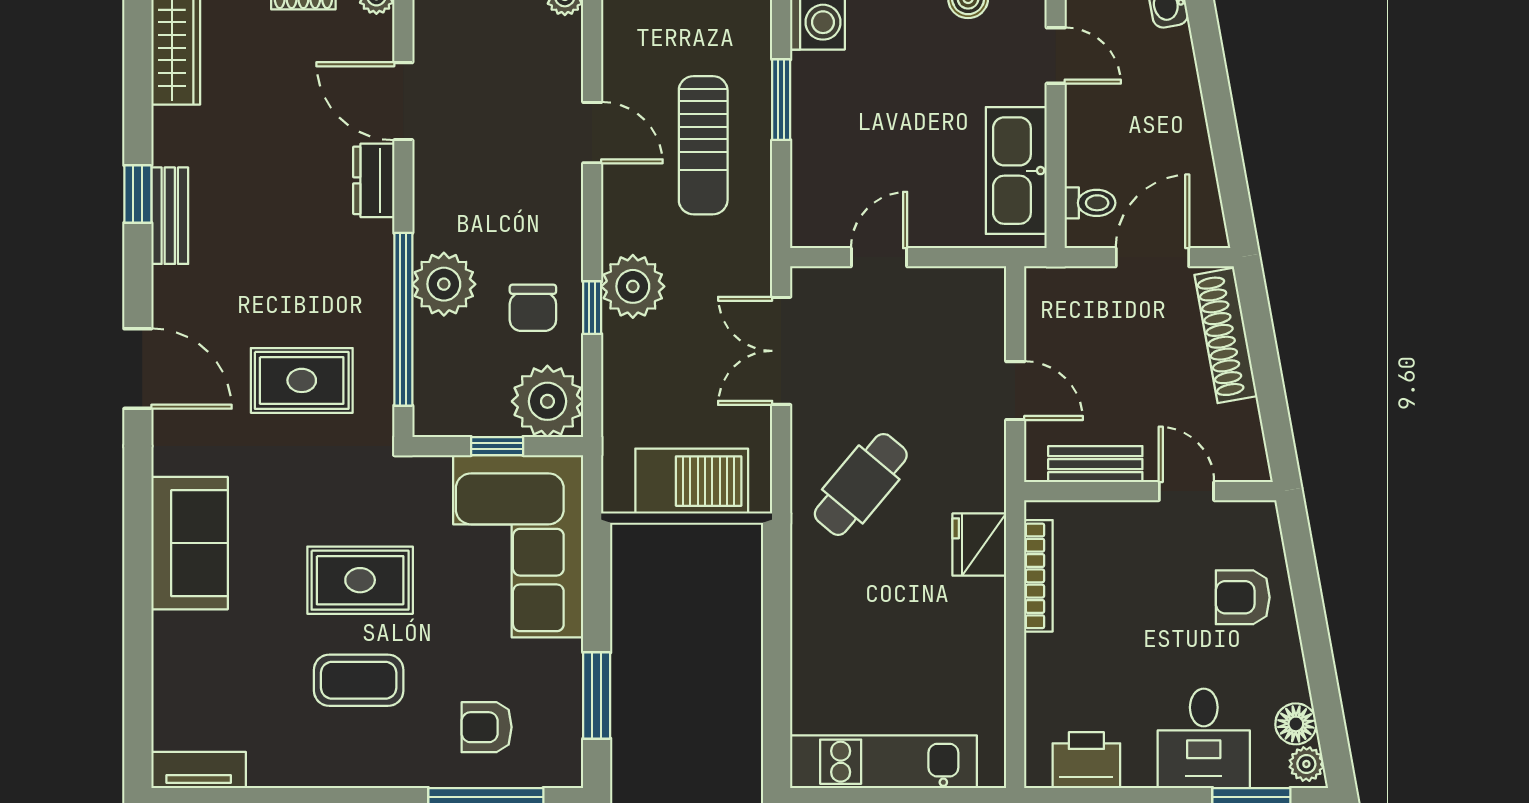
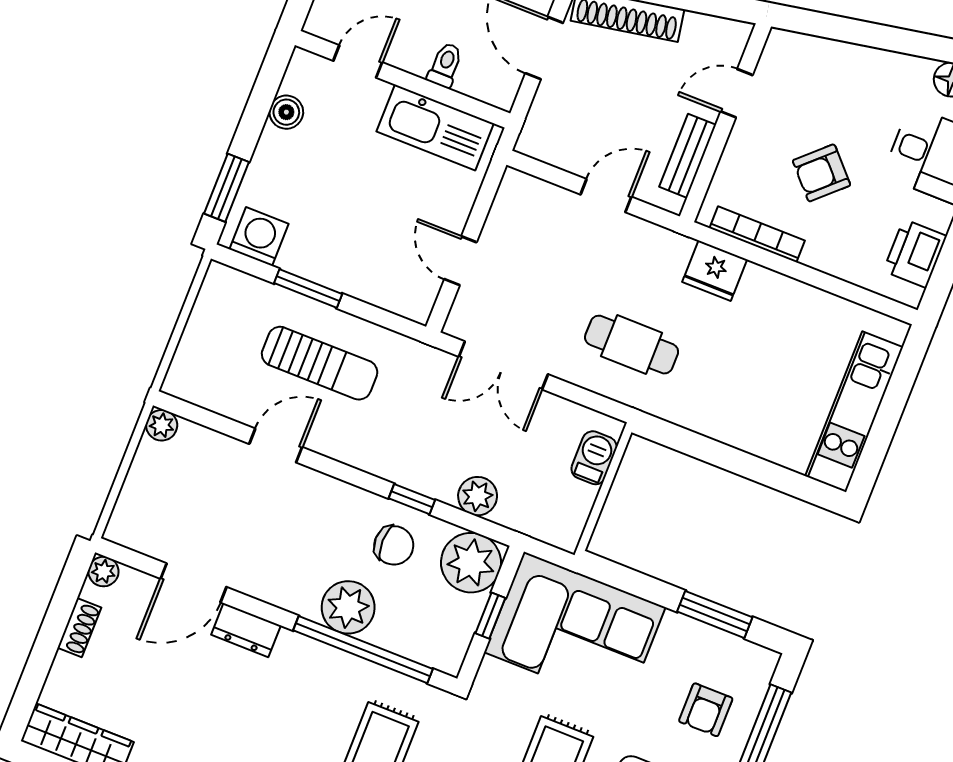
toilet: (1090, 203) -> (445, 65), moved
plant: (633, 286) -> (478, 496), moved, width x0.73, depth x0.73
barbecue: (692, 481) -> (594, 458), width x0.53, depth x0.65
cafe table: (861, 484) -> (632, 345), turned -40
armchair: (1243, 597) -> (822, 173), moved, turned 47

